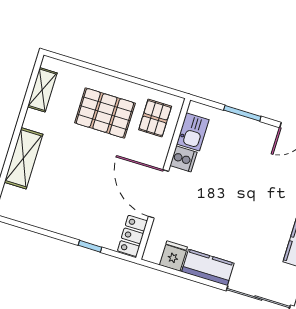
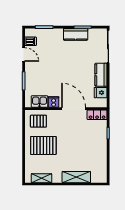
pallet: (105, 113) -> (43, 145), turned 90
door: (159, 194) -> (74, 109), swing flipped

